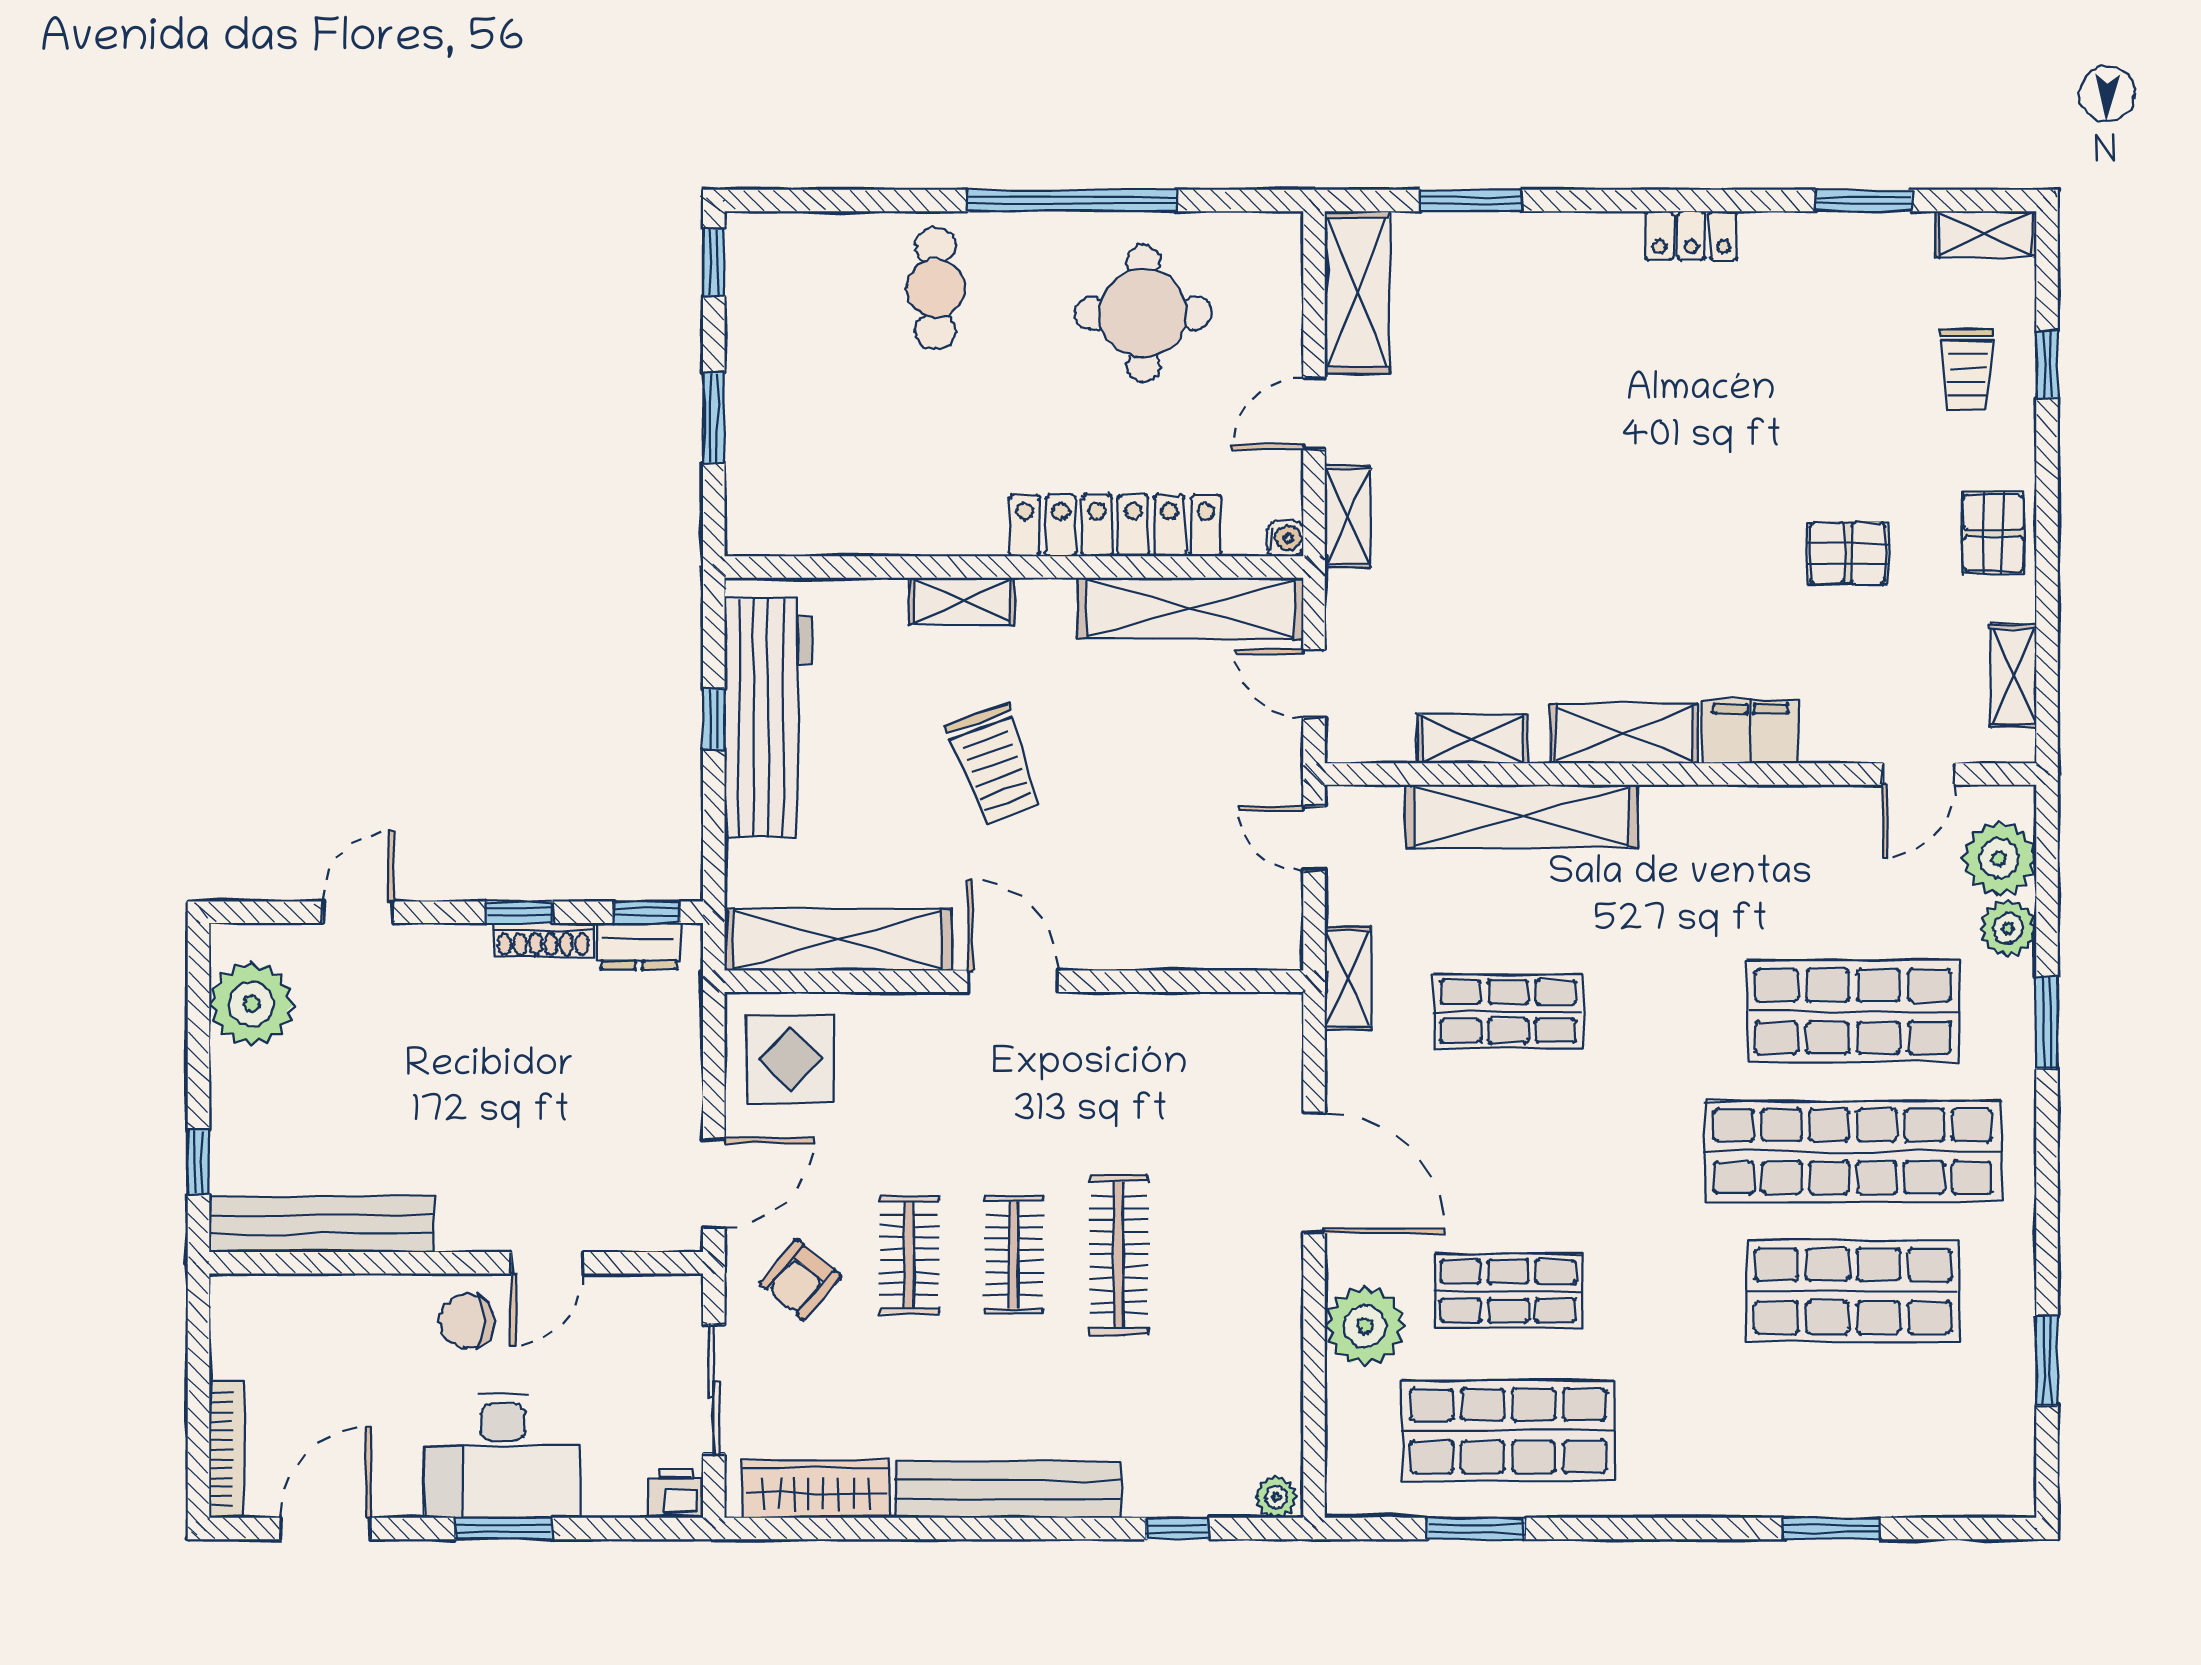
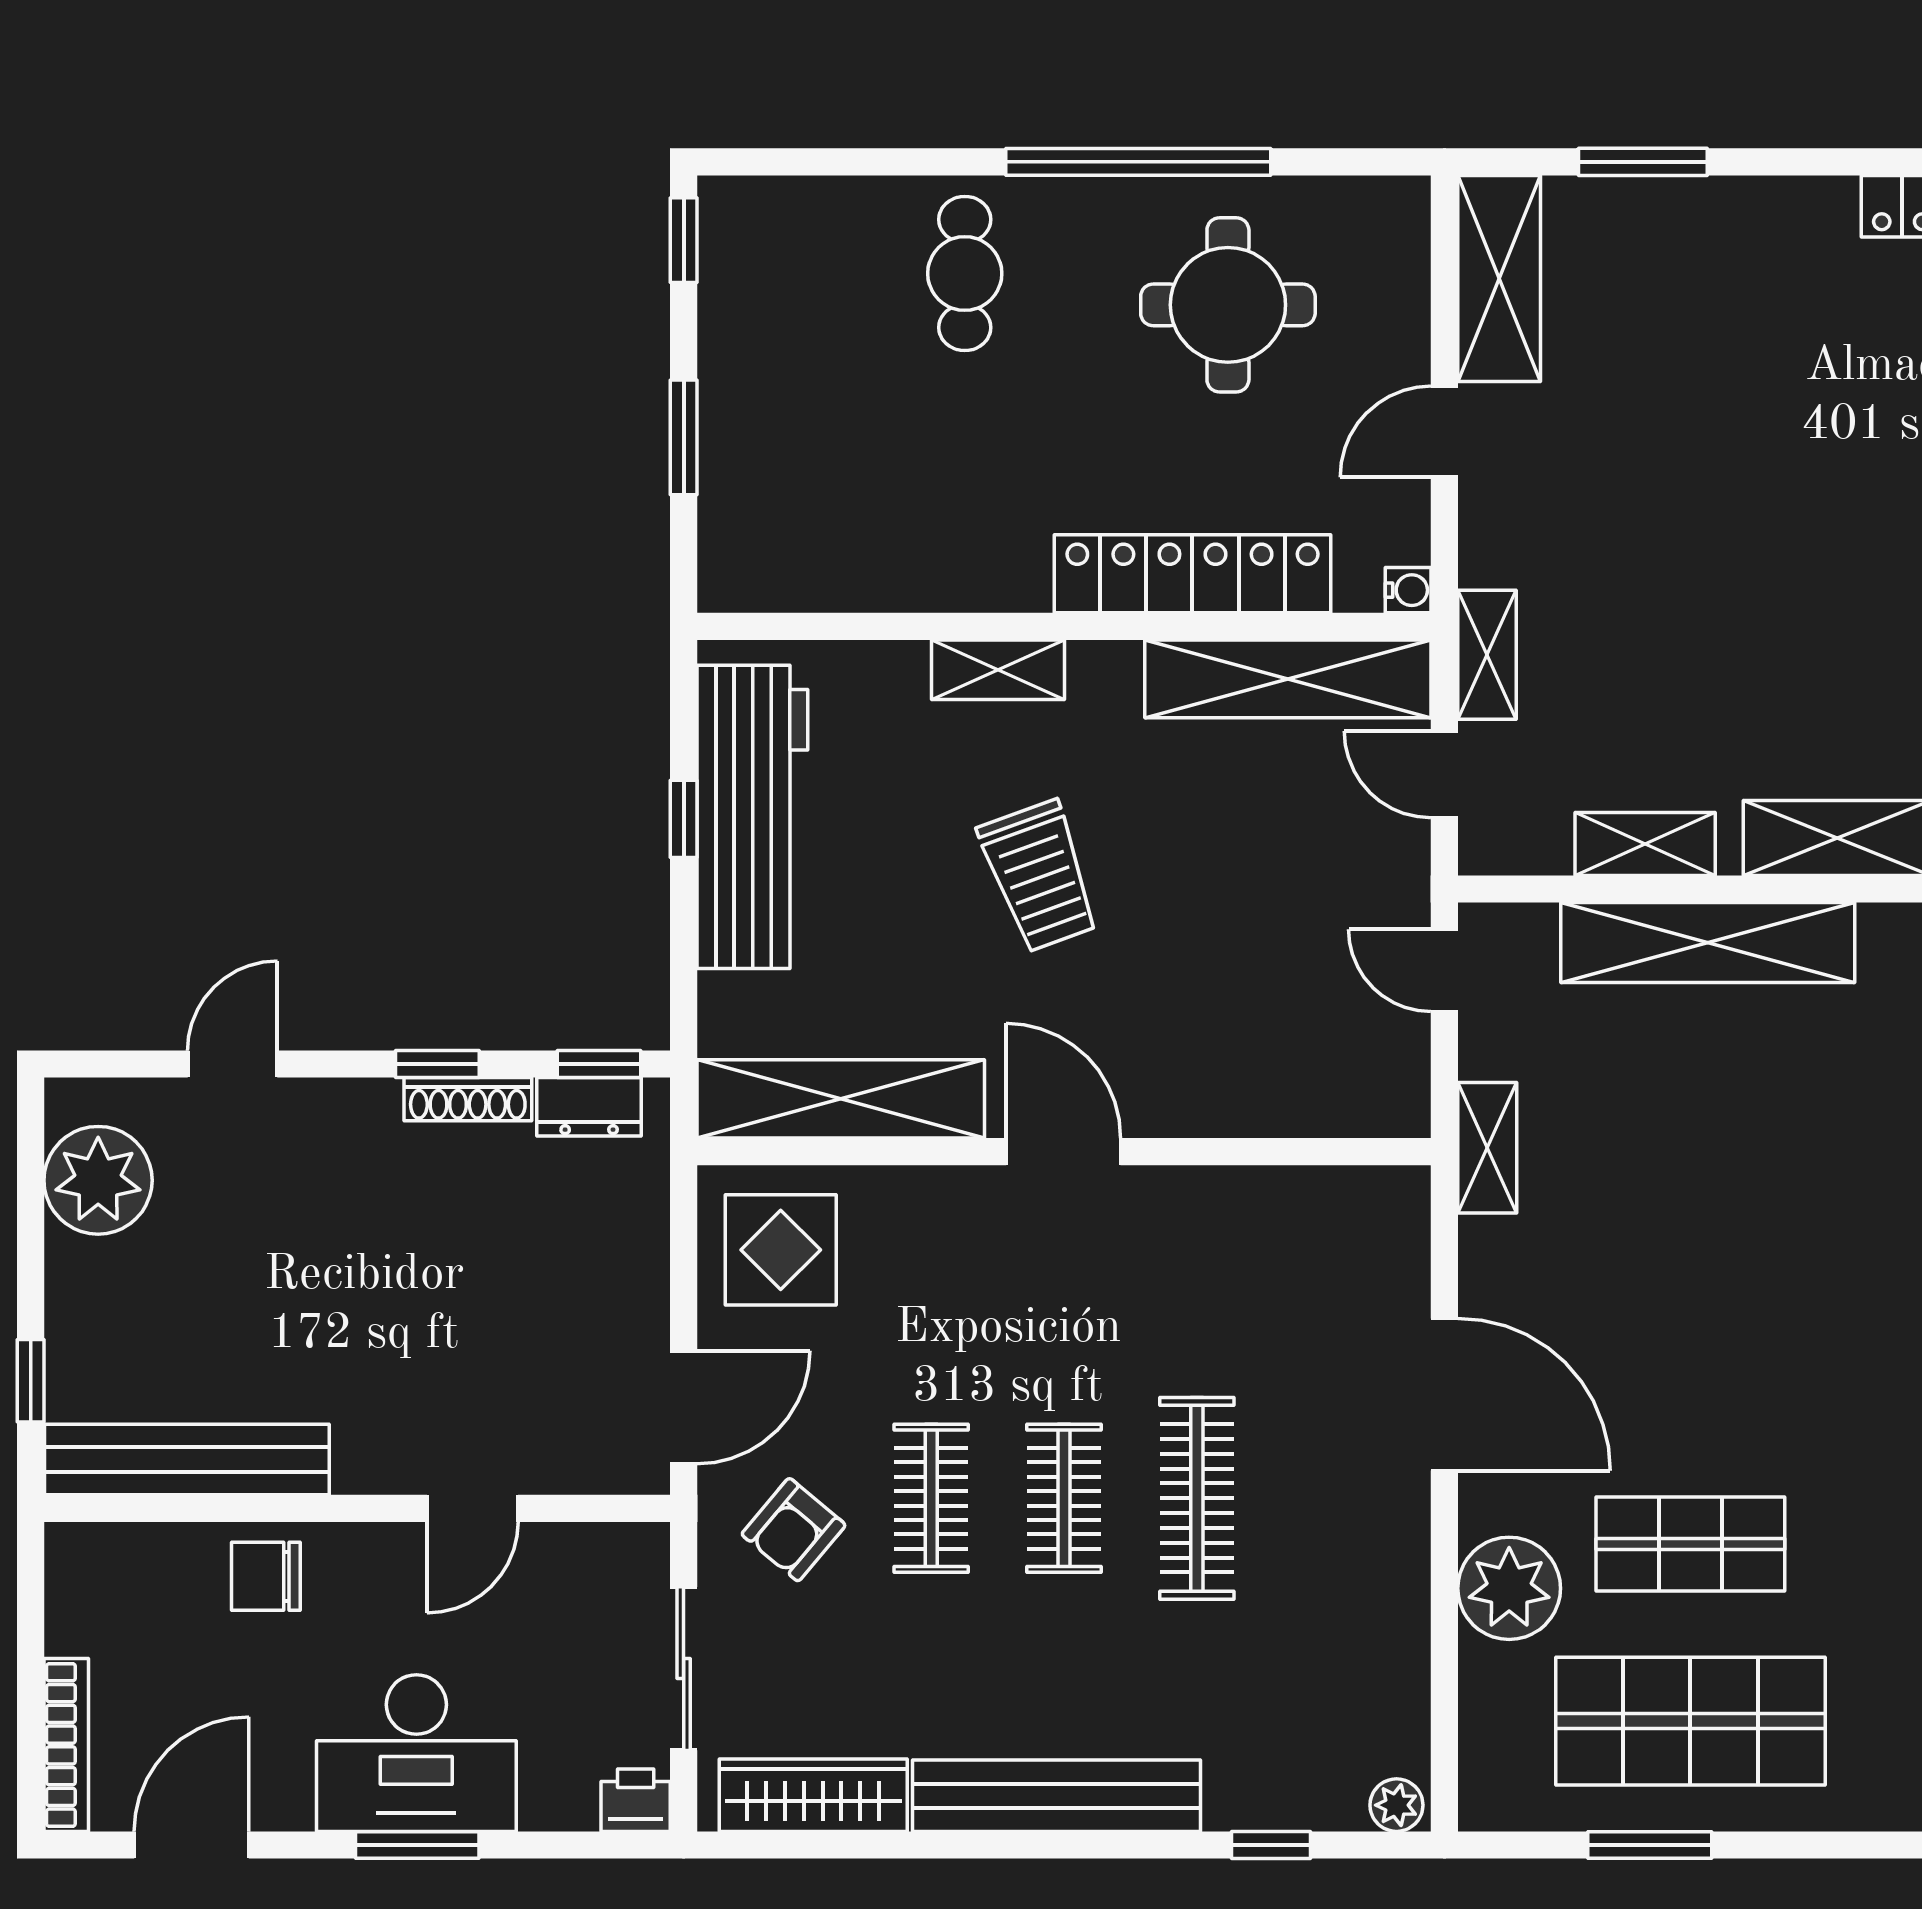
shelving: (1348, 517) -> (1487, 655), moved
shop shelf: (1508, 1012) -> (1690, 1190), removed
chair: (467, 1321) -> (266, 1576), moved

